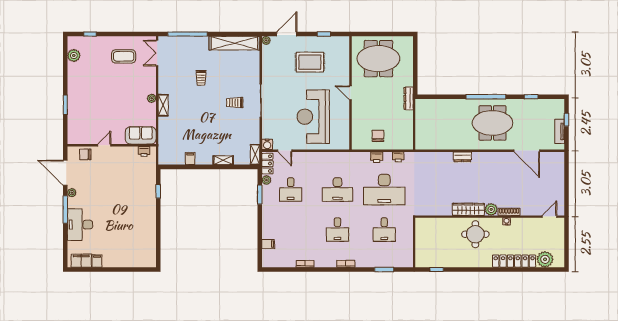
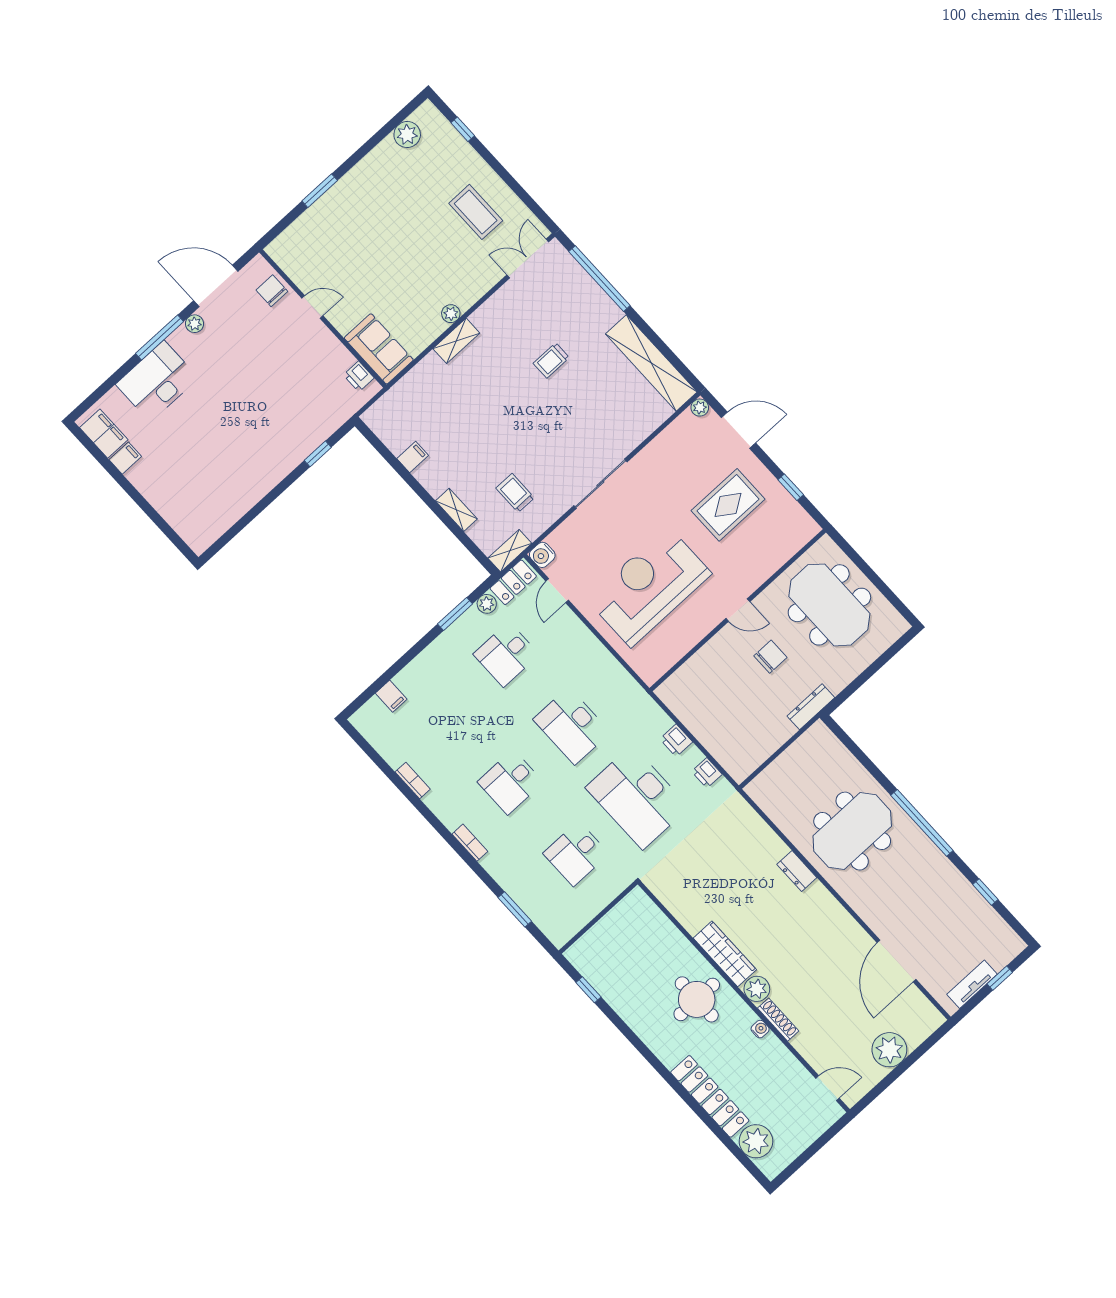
rug: (310, 62) -> (728, 505), turned 90
door: (350, 93) -> (738, 610), swing flipped
trolley: (235, 103) -> (515, 493), moved
meeting table: (492, 123) -> (852, 831), moved, turned 90
chair: (378, 136) -> (770, 657), moved
door: (65, 173) -> (216, 286), hinge flipped
plant: (556, 182) -> (889, 1050), added

